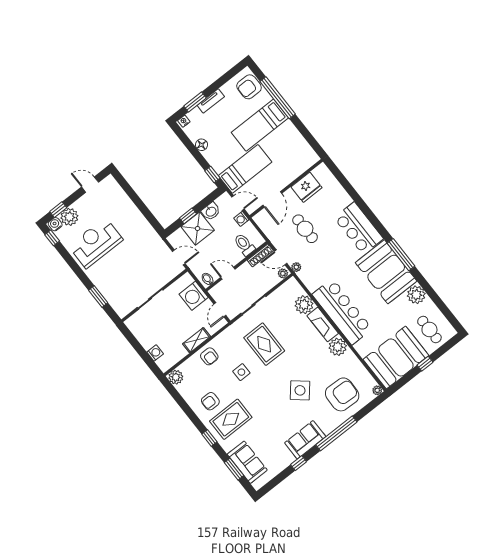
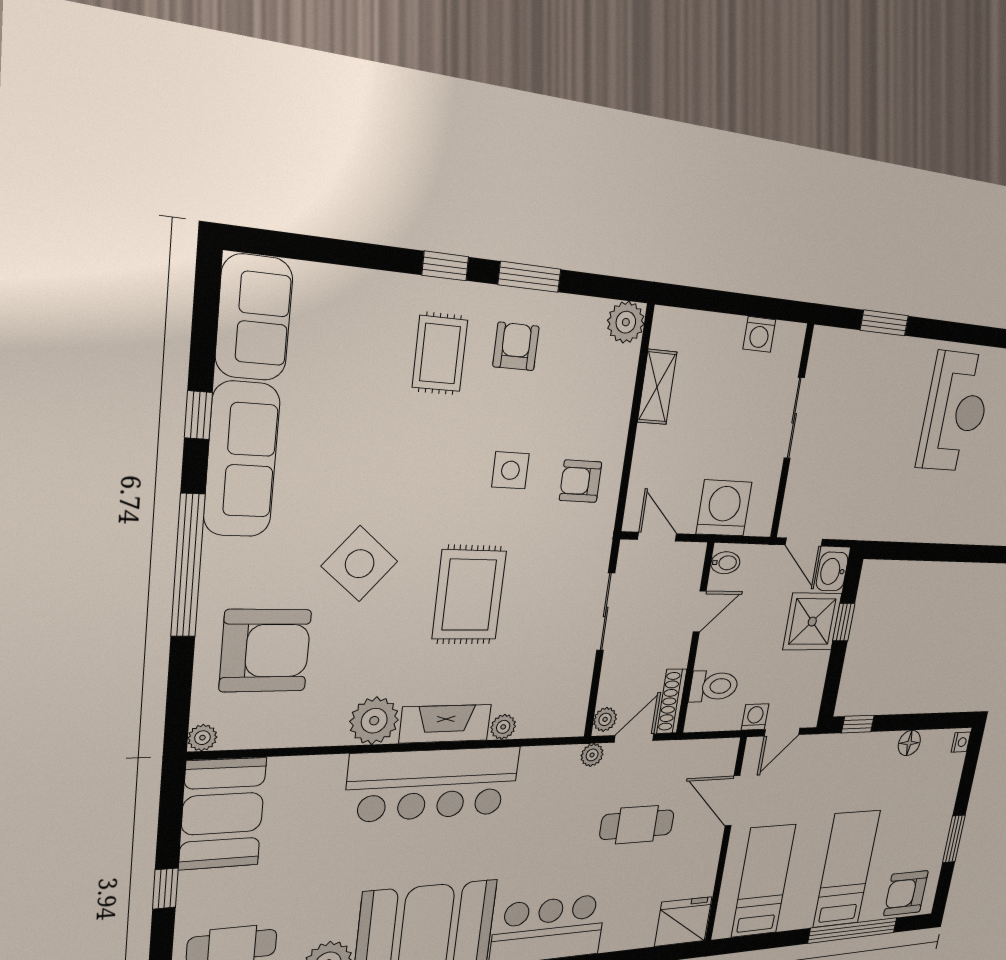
armchair: (249, 87) -> (906, 893), turned -90
tv unit: (211, 101) -> (945, 812), removed
window: (195, 102) -> (954, 839), moved
bed: (245, 169) -> (764, 881), moved, turned 180
fridge: (307, 187) -> (683, 922), moved, turned 90
washbasin: (211, 211) -> (832, 571), moved
door: (179, 257) -> (804, 542), hinge flipped
plant: (304, 305) -> (503, 727), width x0.53, depth x0.53
shelving: (196, 340) -> (657, 387), moved
rug: (264, 344) -> (469, 595), moved, turned 90
washing machine: (155, 353) -> (759, 334), moved
armchair: (209, 356) -> (581, 481), moved
booth: (396, 357) -> (223, 814), width x0.73, depth x0.70
armchair: (342, 394) -> (265, 651), turned -92
rug: (231, 419) -> (440, 354), width x0.73, depth x0.70
sofa: (305, 440) -> (242, 460), width x1.36
sofa: (247, 462) -> (254, 318), moved, turned -90
window: (234, 469) -> (530, 277), moved

